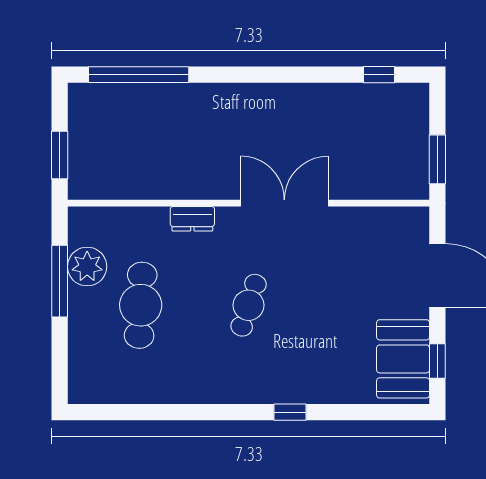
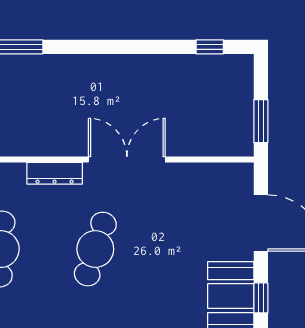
dresser: (192, 219) -> (55, 173), width x1.44
cafe table: (249, 305) -> (95, 249), width x1.37, depth x1.35

